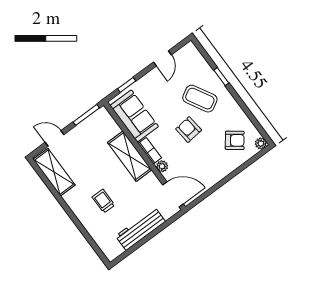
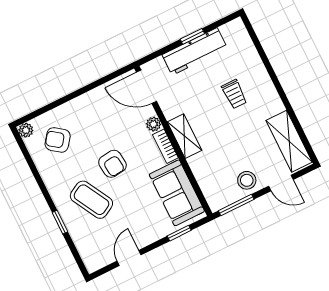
stool: (82, 136) -> (247, 180), added
shelving: (130, 156) -> (184, 136), width x0.67, depth x0.75
window: (144, 240) -> (192, 36), added

